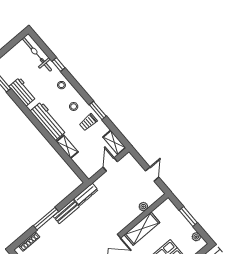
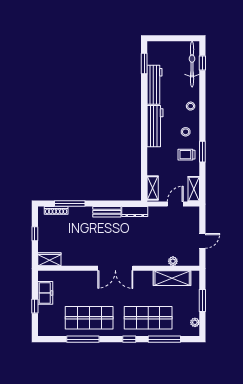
window: (59, 65) -> (202, 63), moved
workbench: (23, 92) -> (155, 85), width x1.37
shelving: (67, 147) -> (153, 188), moved
window: (46, 219) -> (70, 204), moved
shelving: (142, 229) -> (172, 278), moved

